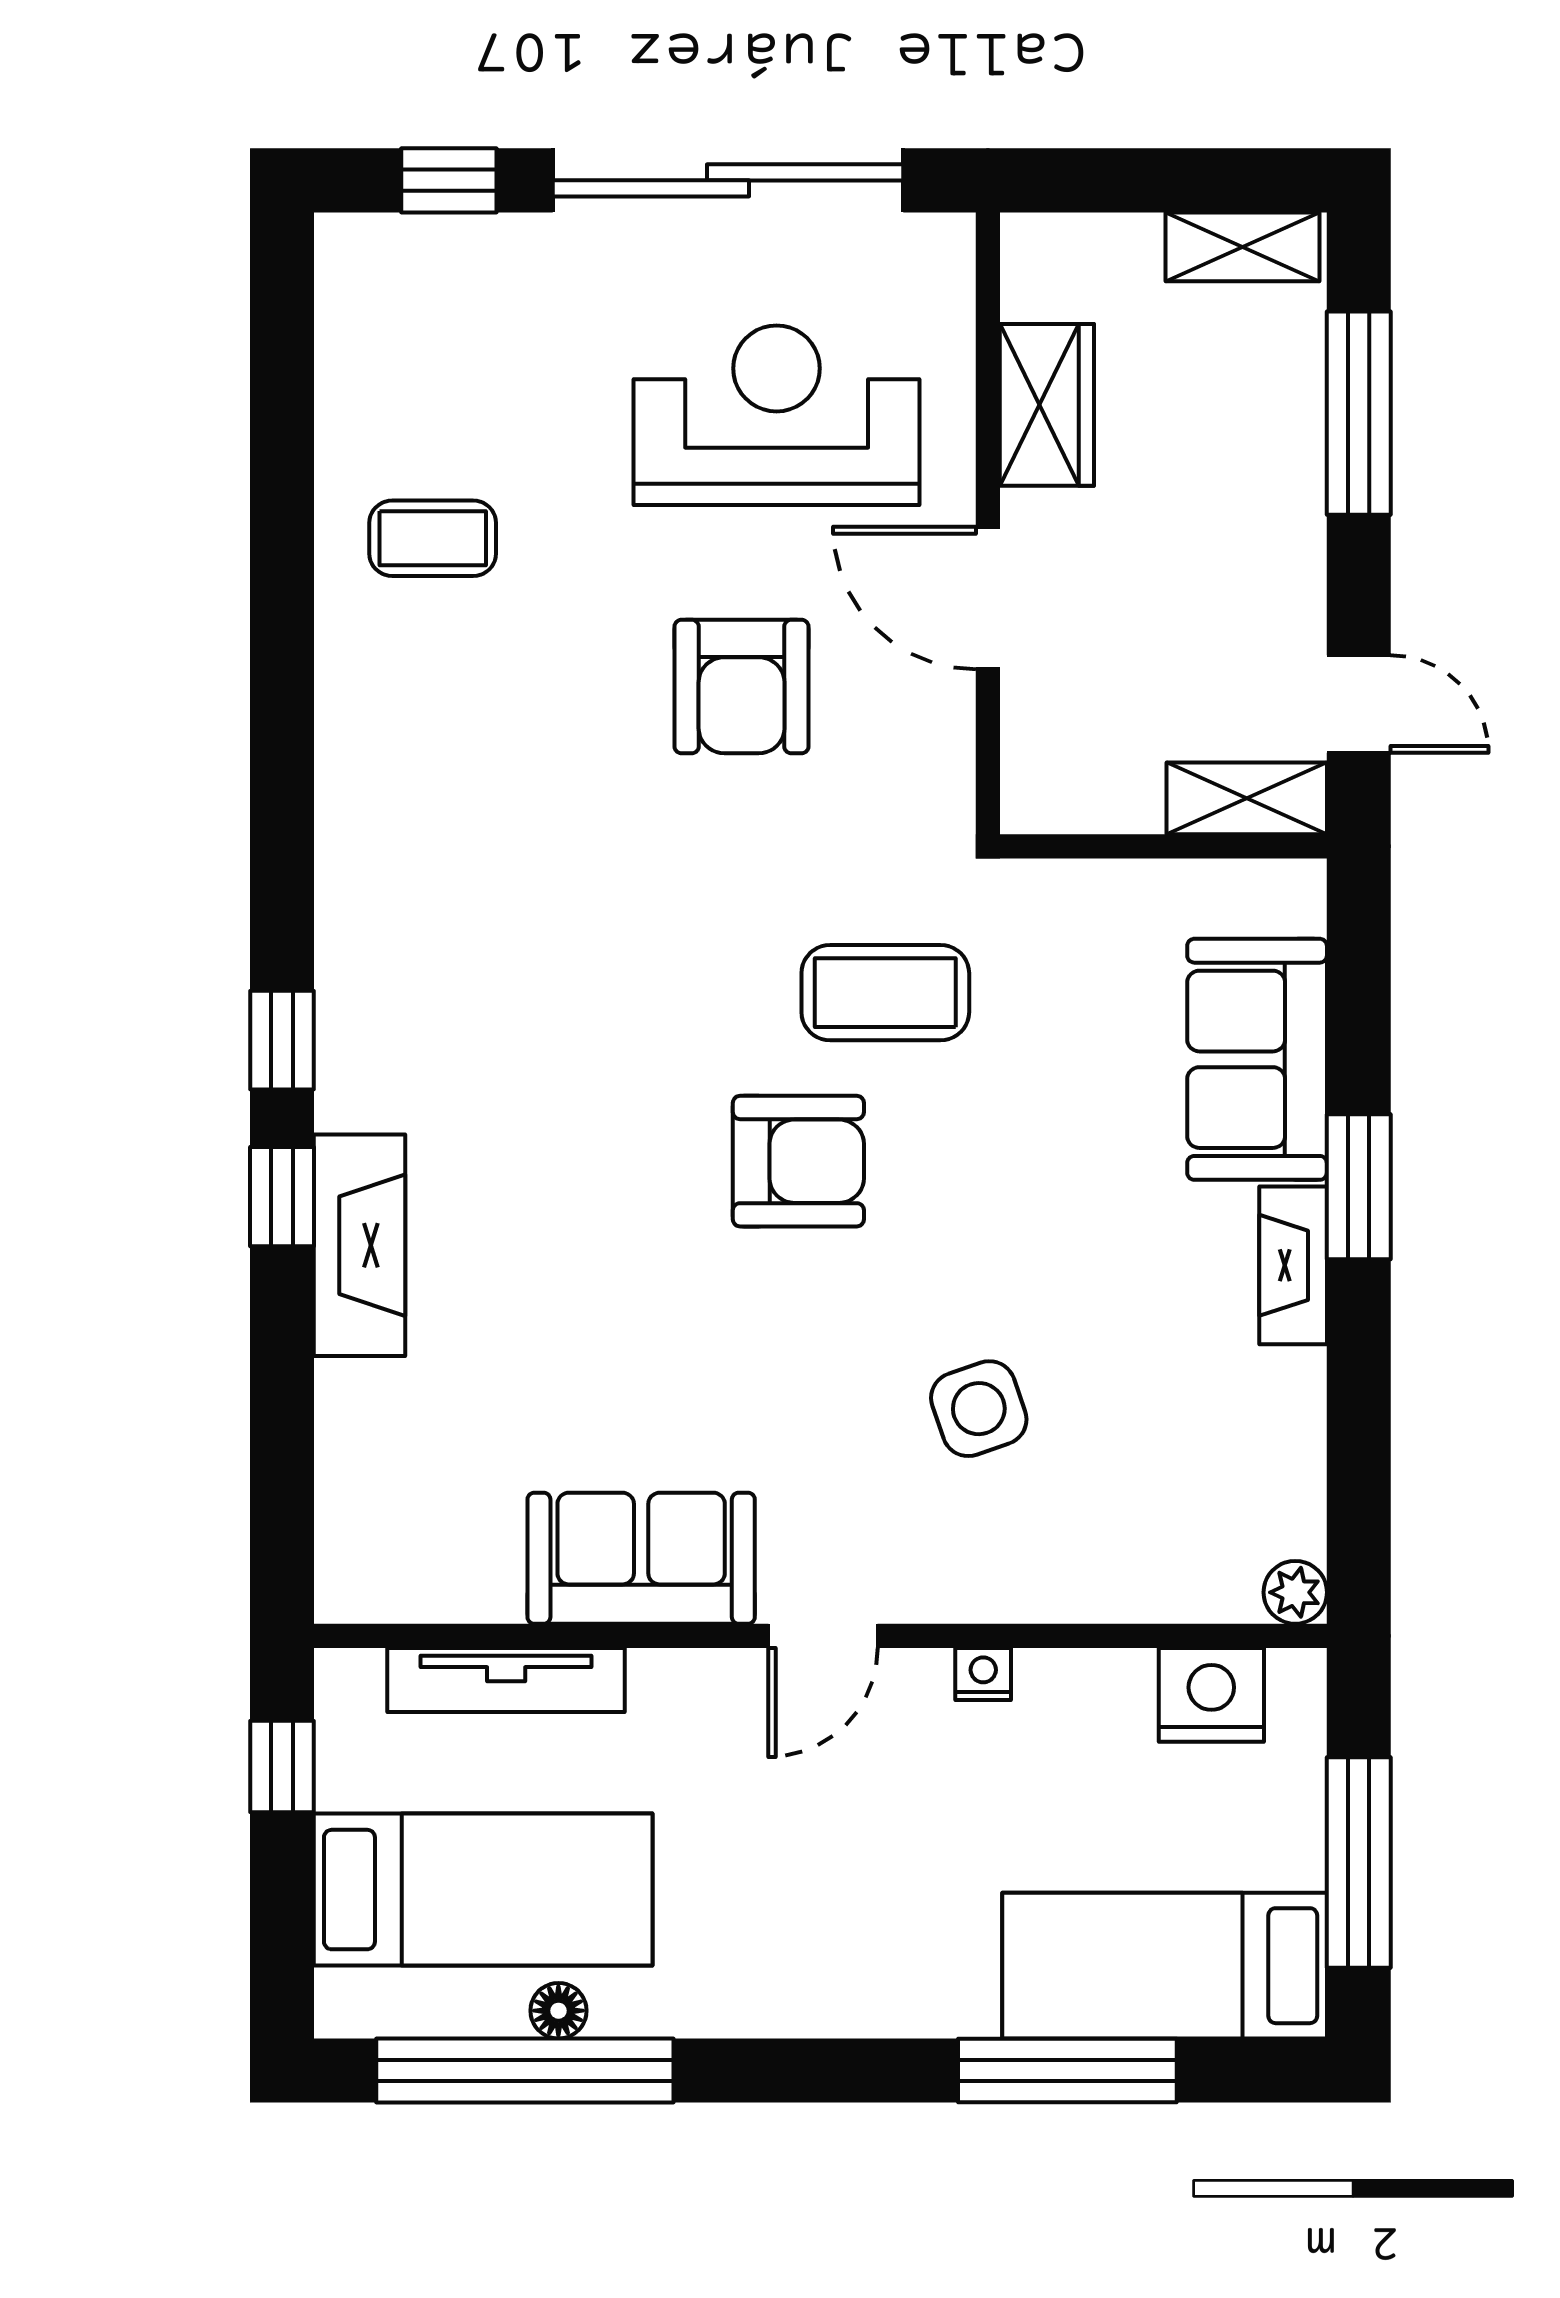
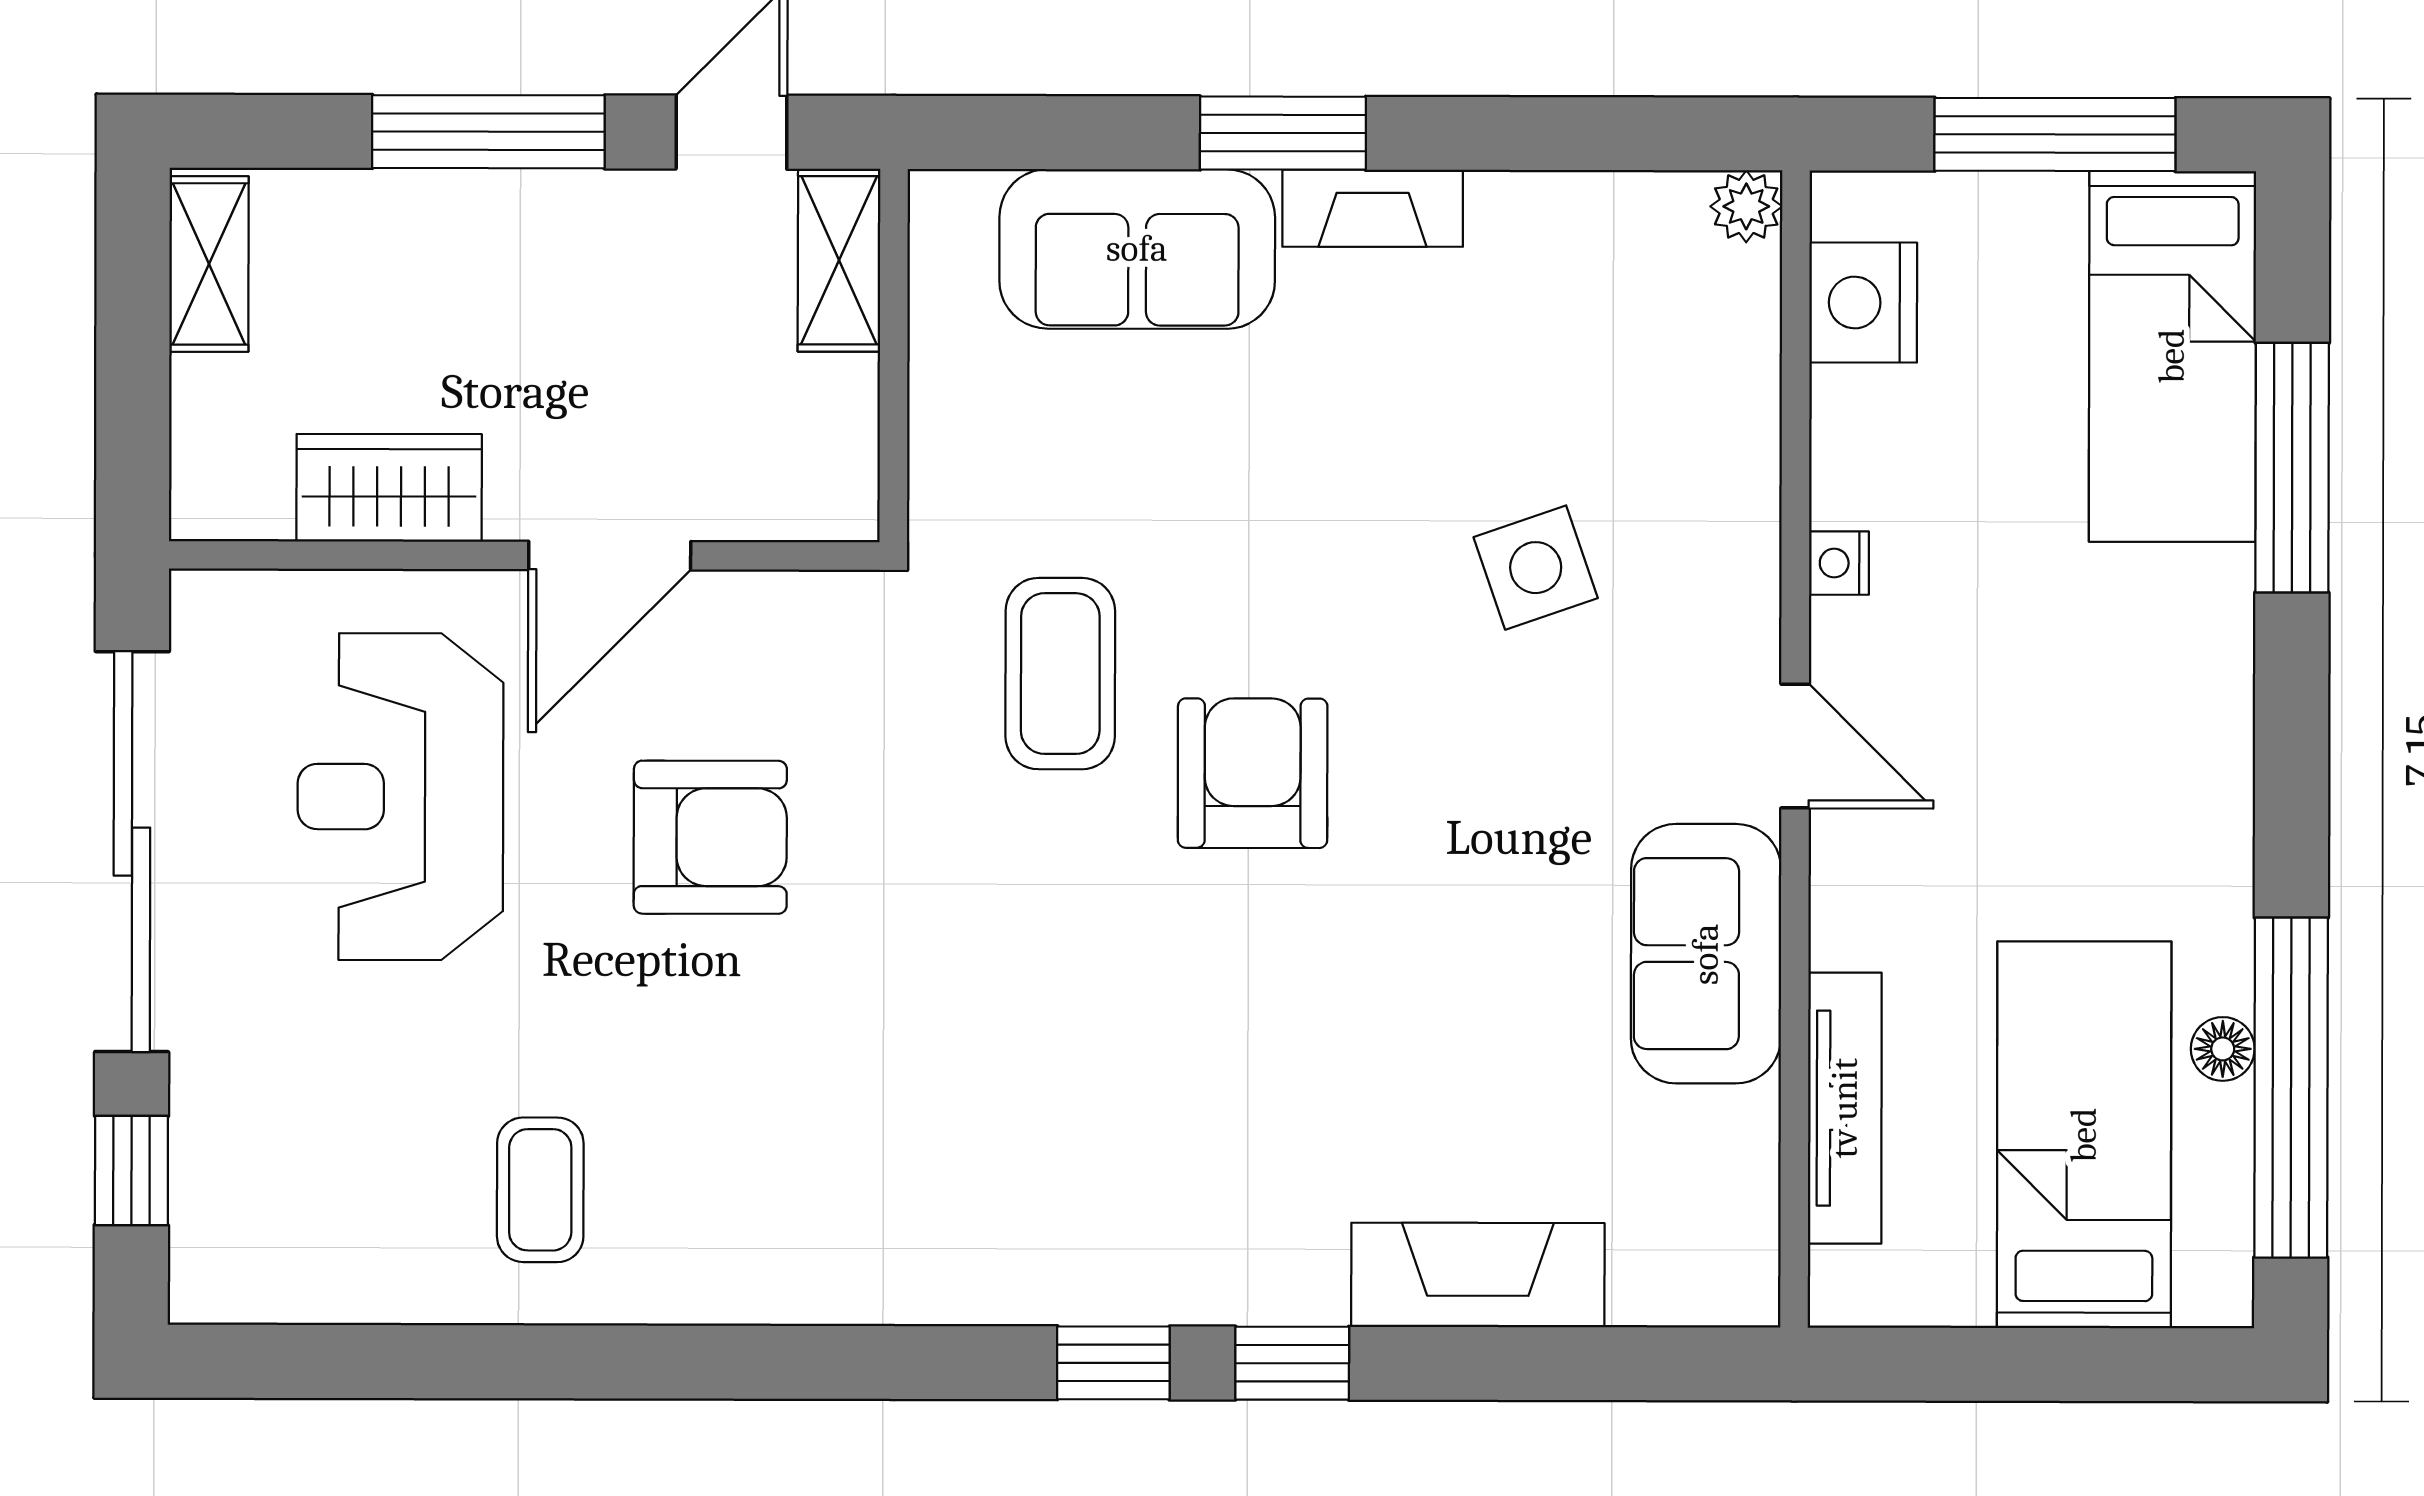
window: (1359, 413) -> (488, 132), moved
fireplace: (360, 1245) -> (1478, 1275), moved
window: (282, 1767) -> (1943, 1364), removed

